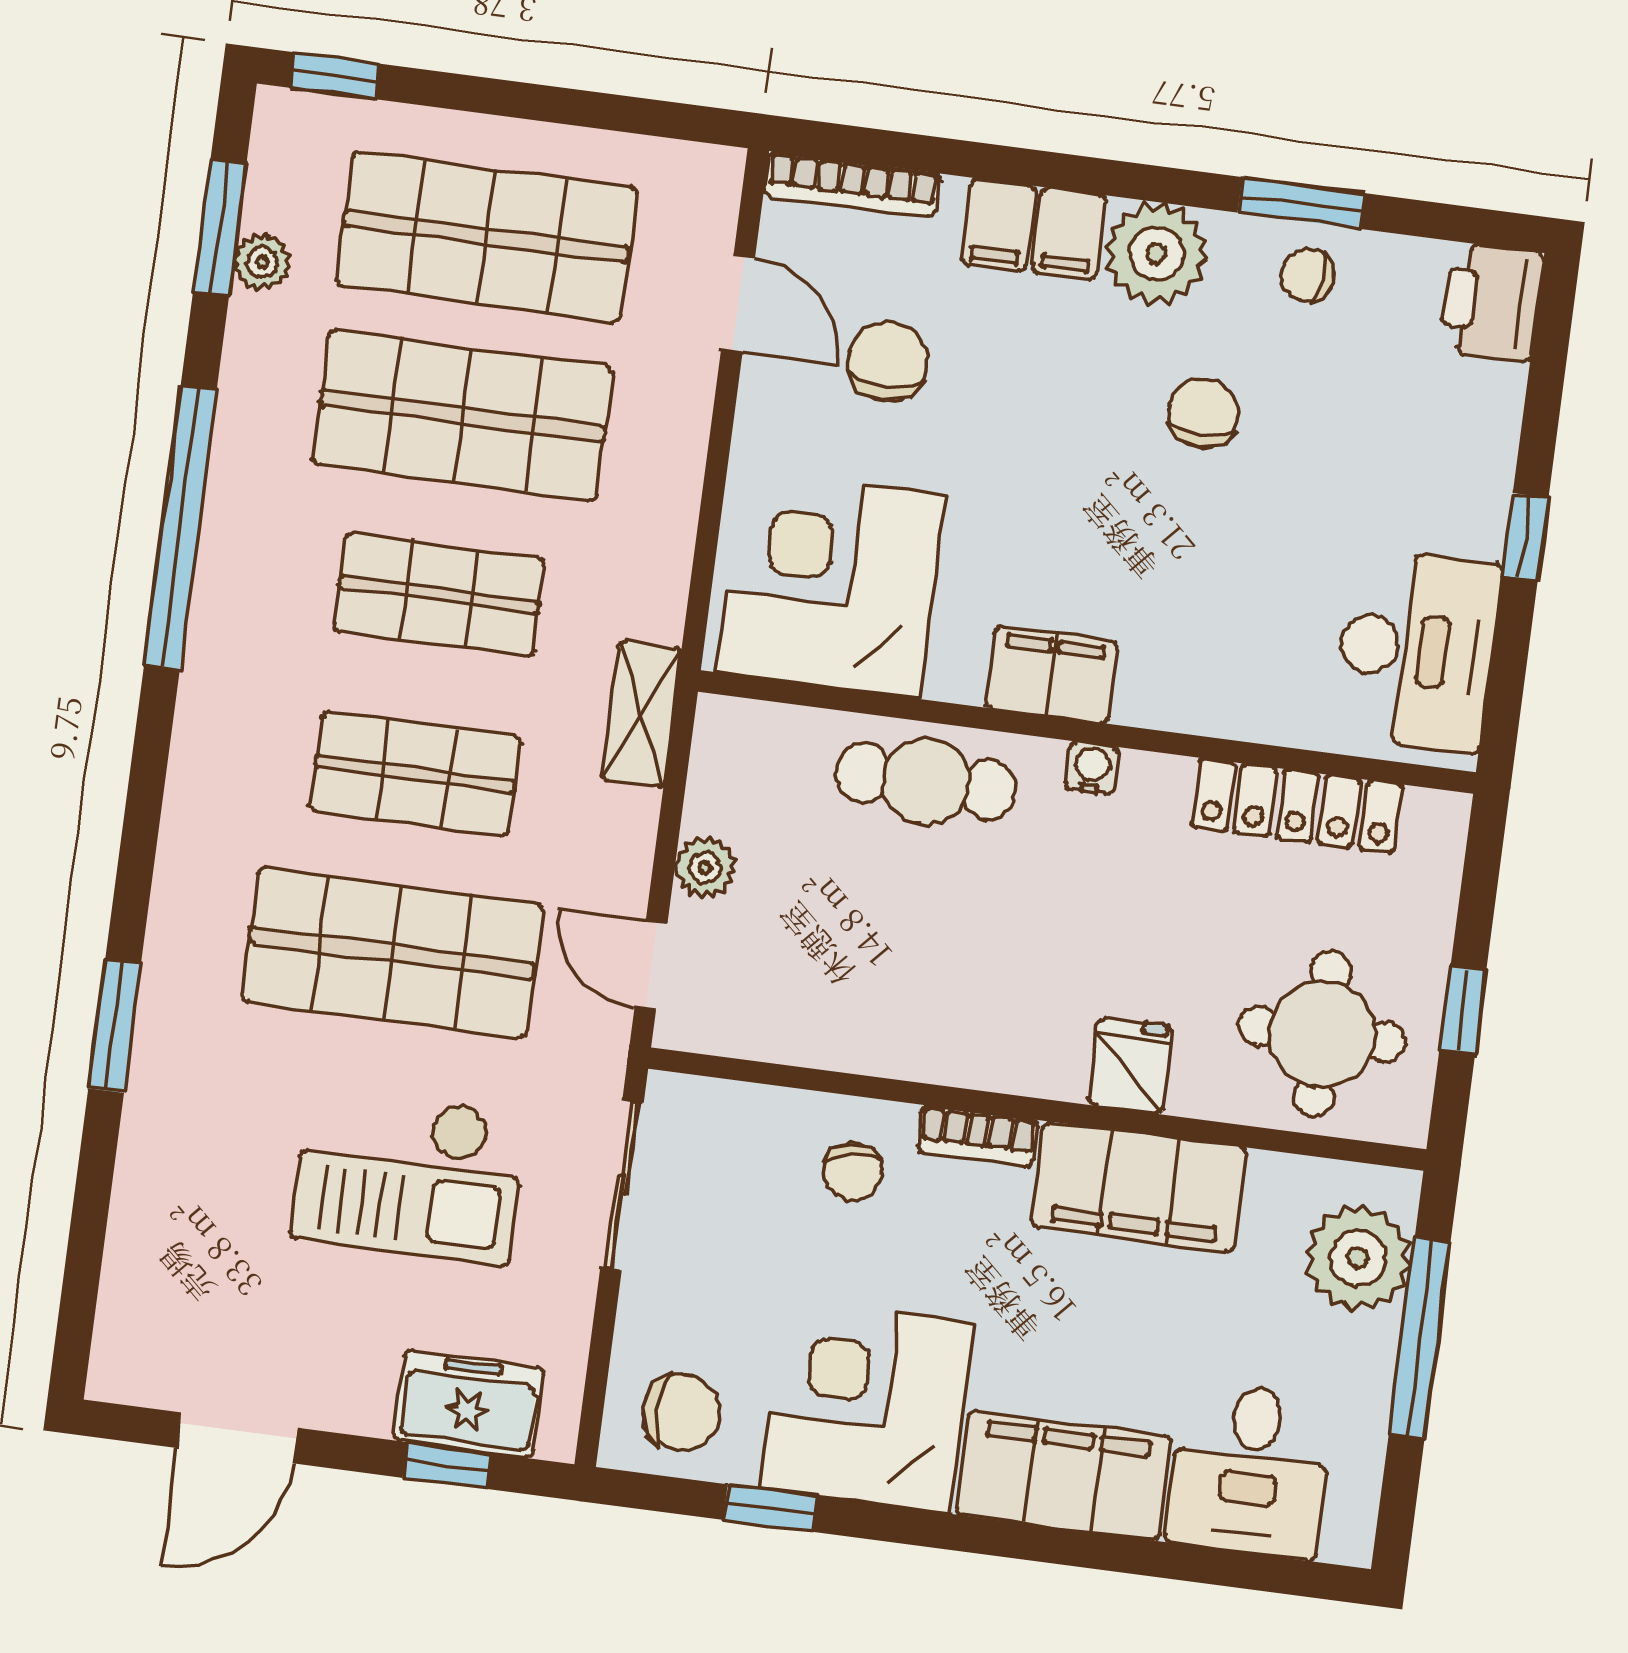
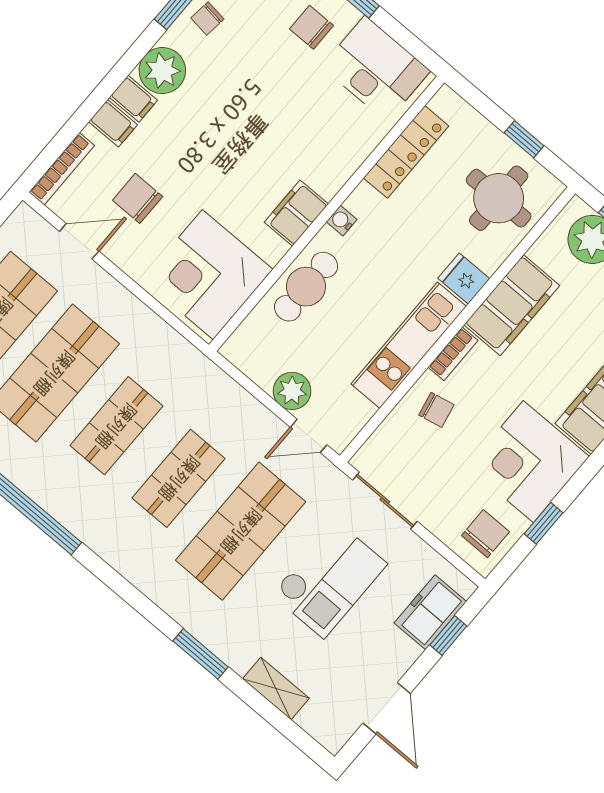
chair: (1203, 413) -> (311, 27), moved
shelving: (641, 714) -> (276, 689), moved
plant: (705, 868) -> (292, 391), width x1.38, depth x1.38
kitchen unit: (940, 1043) -> (409, 345), added

